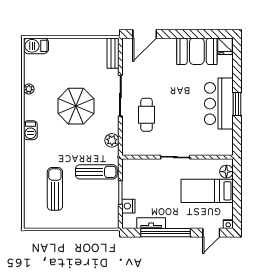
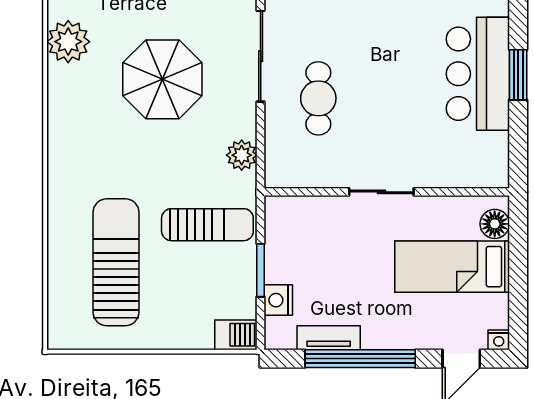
plant: (29, 89) -> (68, 42), width x1.88, depth x1.88
barbecue: (30, 130) -> (236, 335), moved, turned -90
sun lounger: (55, 189) -> (116, 262), width x1.36, depth x1.34

